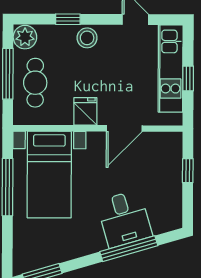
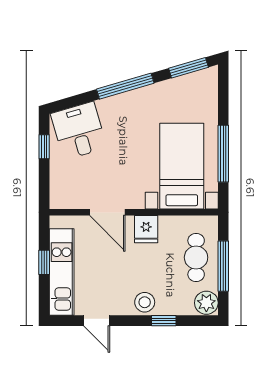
door: (124, 128) -> (107, 212), swing flipped
window: (188, 171) -> (44, 147), moved
desk: (124, 219) -> (79, 131), moved
window: (129, 249) -> (125, 86), moved

